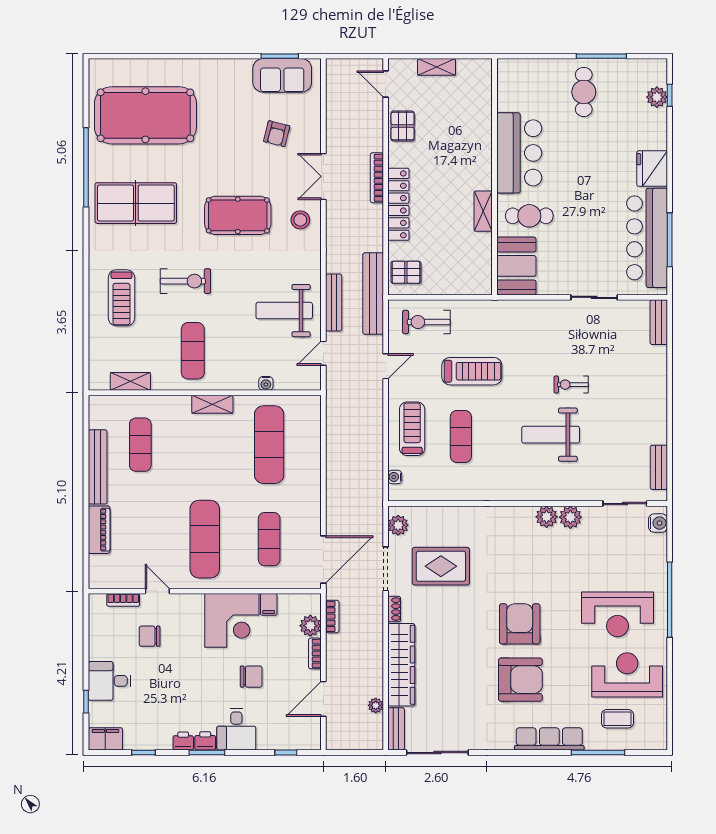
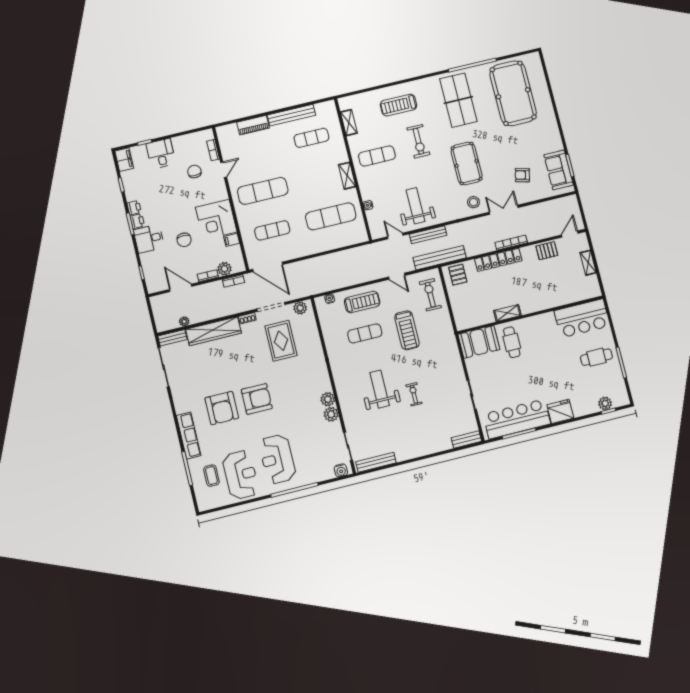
bar counter: (519, 153) -> (582, 318), moved
bench: (659, 467) -> (376, 462), width x1.36

